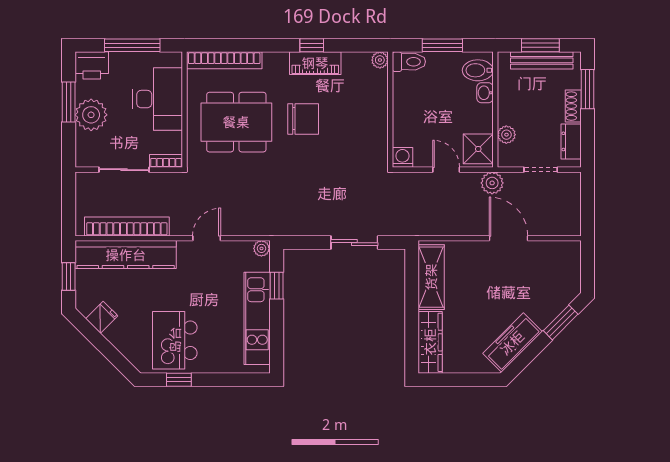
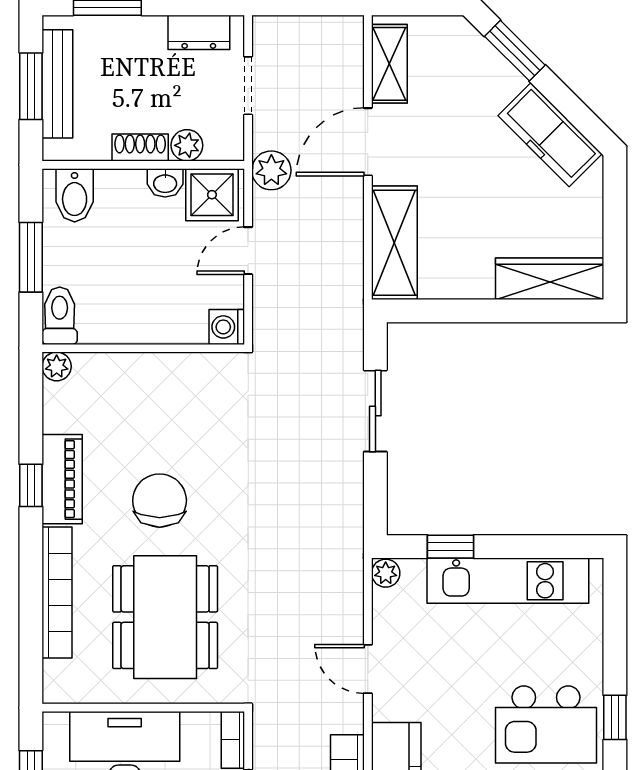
bookcase: (224, 60) -> (57, 593), moved
washbasin: (485, 93) -> (165, 183), moved
shoe rack: (573, 106) -> (140, 147), moved, turned 180
shelving: (553, 251) -> (389, 64), added
shelving: (431, 277) -> (394, 243), moved, turned 90

